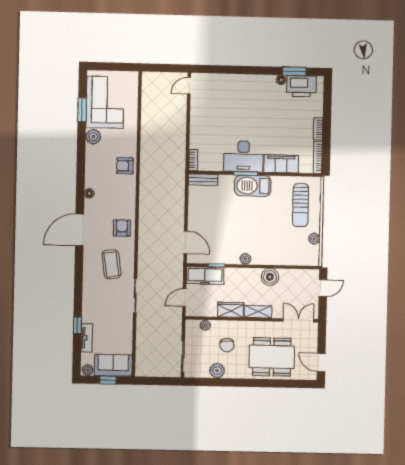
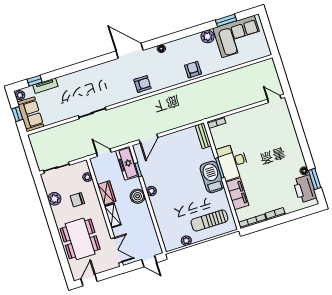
coffee table: (111, 264) -> (111, 86), removed
boiler: (270, 277) -> (138, 196), moved
window: (77, 325) -> (35, 81), moved

